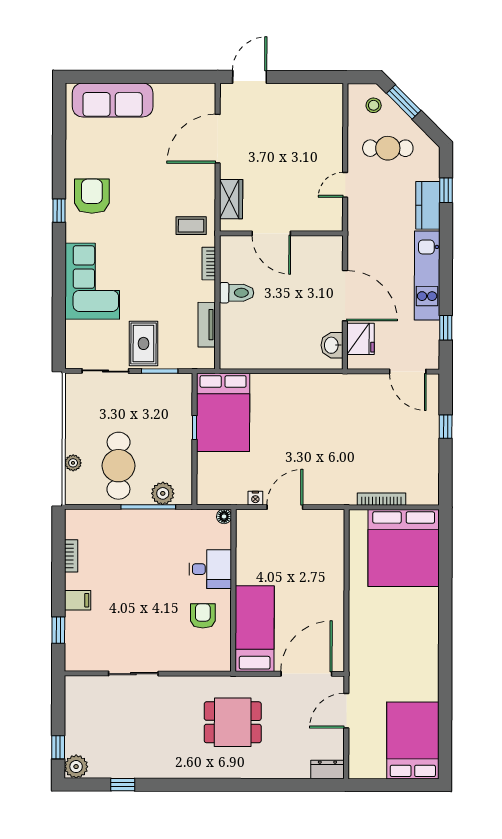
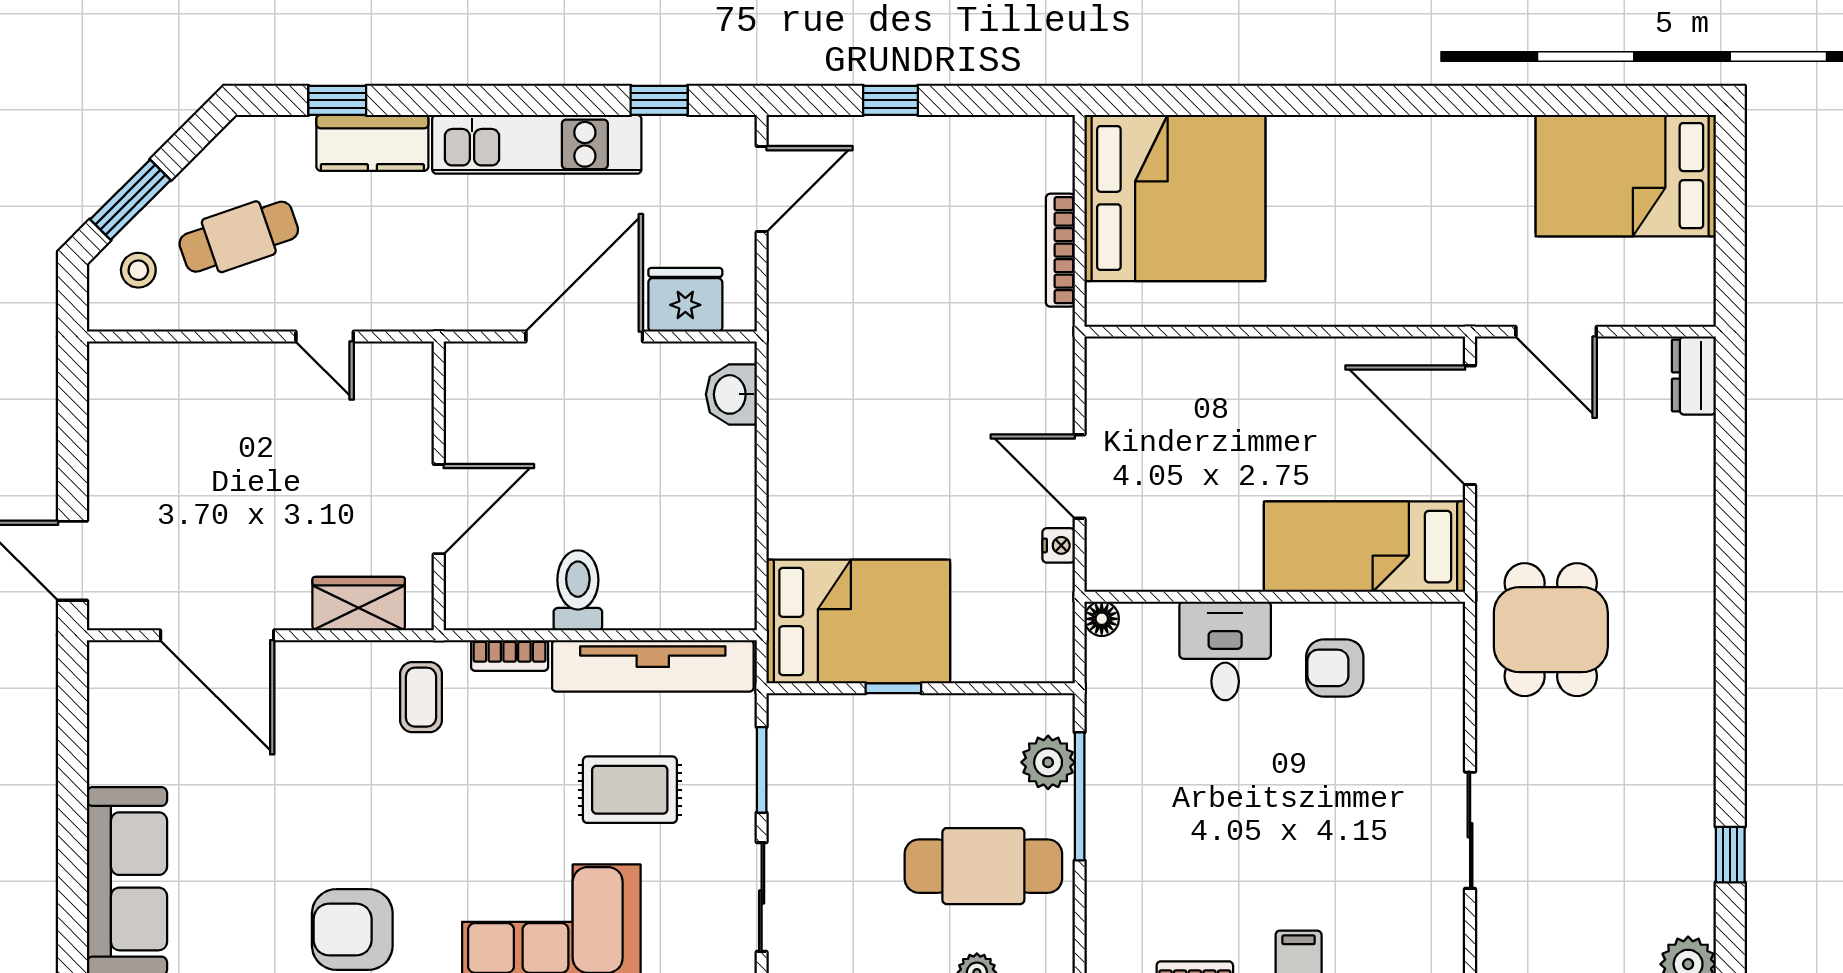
cafe table: (388, 148) -> (239, 237), turned 71
tv unit: (207, 325) -> (653, 666), width x1.92, depth x1.29
rug: (143, 343) -> (630, 790), moved
washbasin: (332, 345) -> (731, 394), moved, turned 90
dining table: (233, 722) -> (1551, 630), moved

